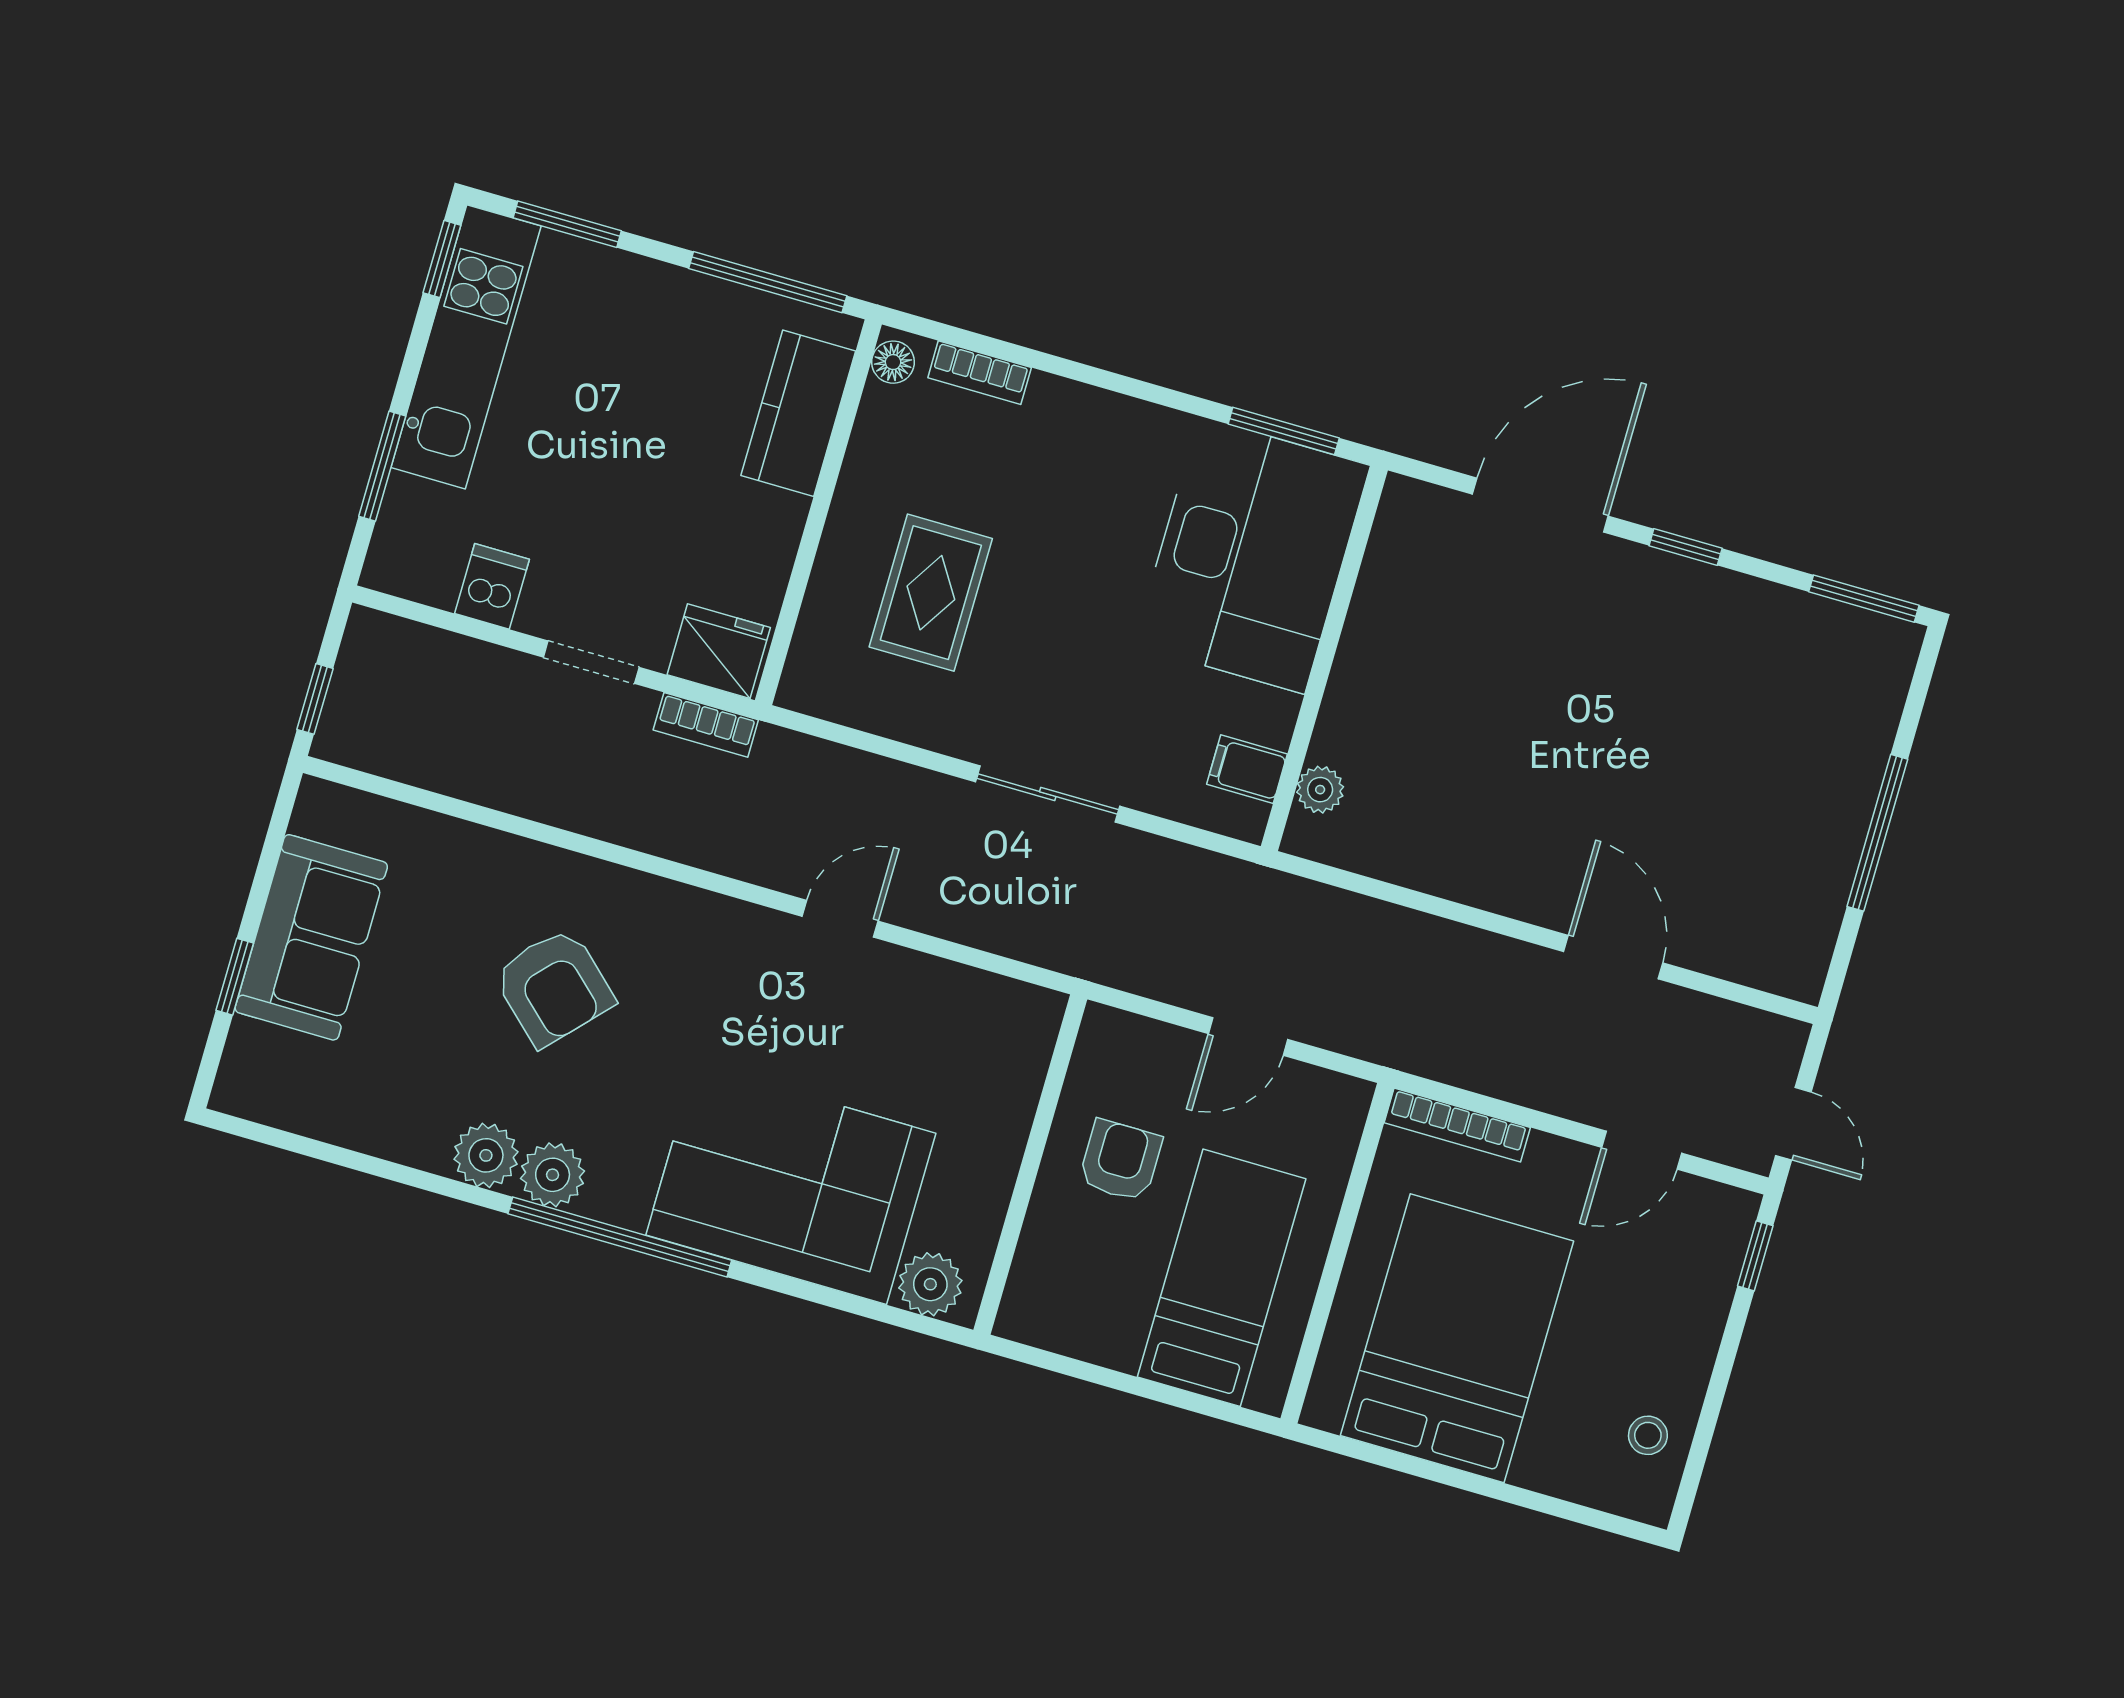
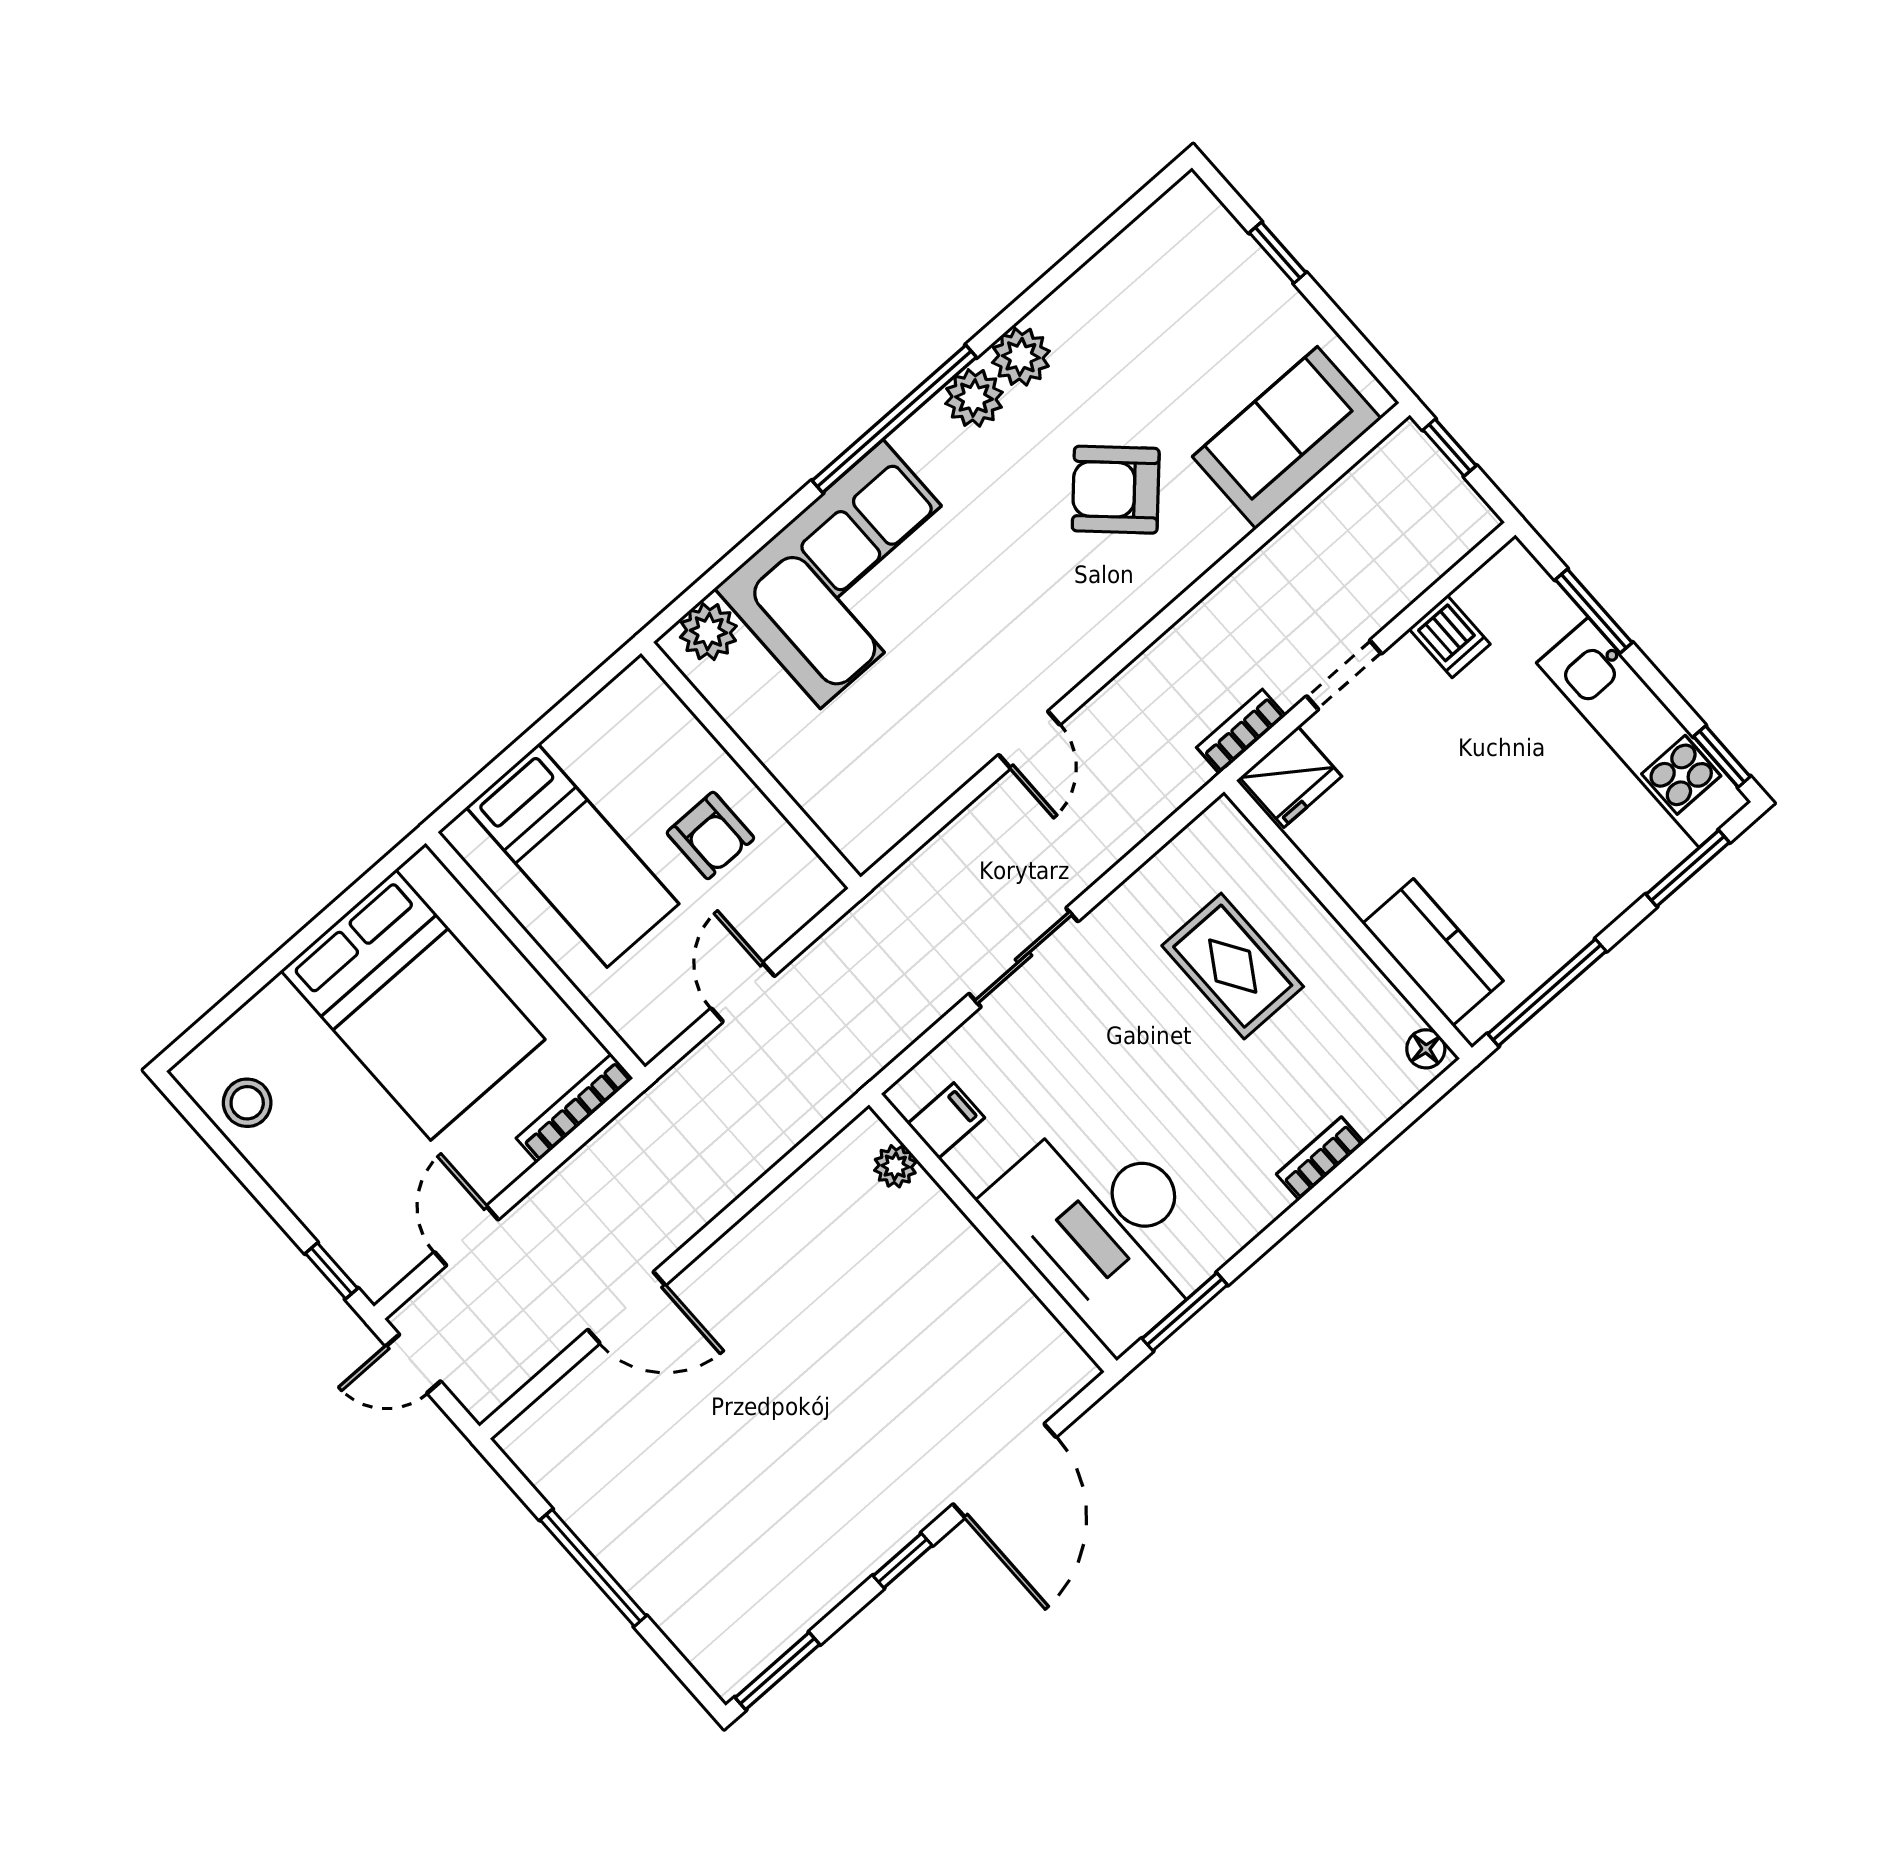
bookcase: (980, 373) -> (1320, 1158), moved
sofa: (311, 937) -> (1287, 438), moved, turned 90
stool: (1648, 1435) -> (247, 1103), width x1.37, depth x1.37

